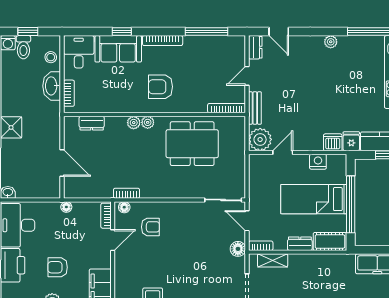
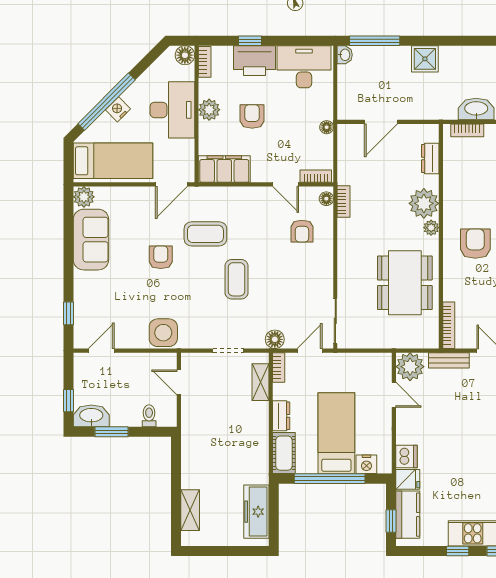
plant: (134, 123) -> (424, 203), width x1.87, depth x1.87
nightstand: (318, 162) -> (366, 464), moved, turned 90
coffee table: (189, 280) -> (237, 279), added

